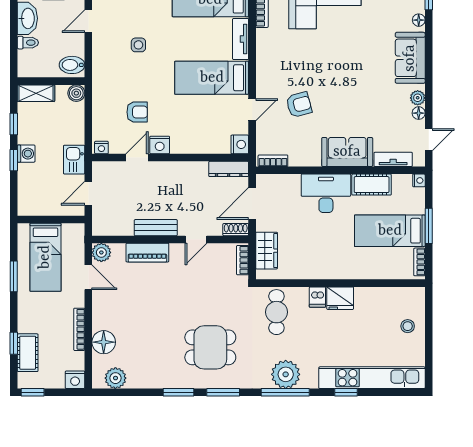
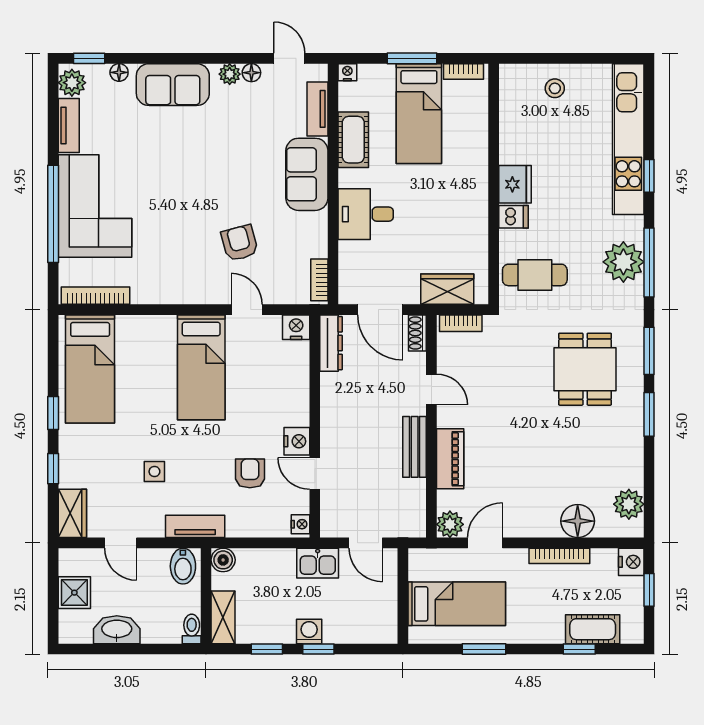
tv unit: (241, 39) -> (195, 526), moved, turned 180
toilet: (28, 43) -> (192, 629), moved
desk: (326, 193) -> (366, 214), width x0.73
window: (33, 392) -> (649, 590), moved

